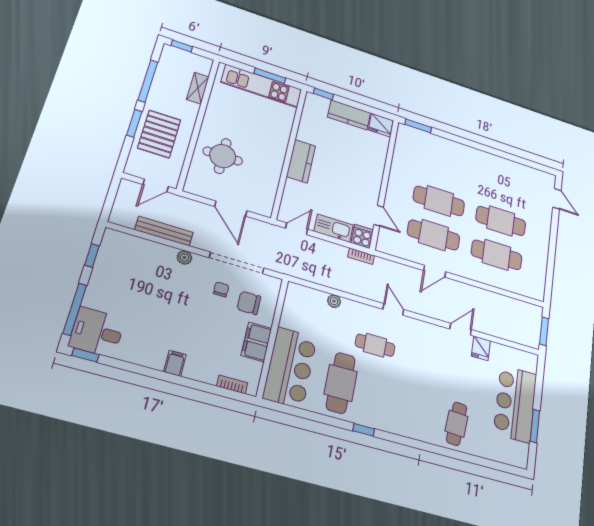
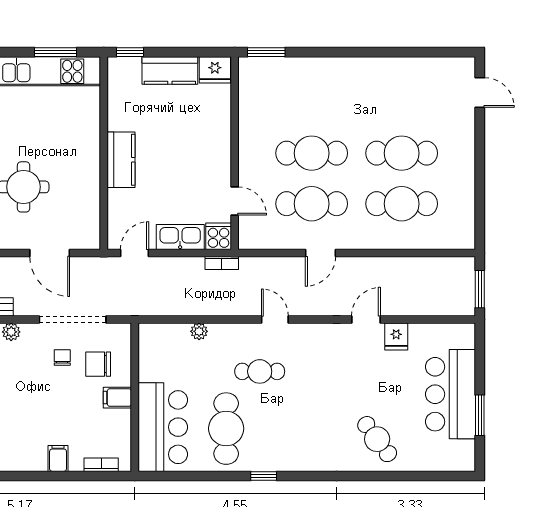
filing cabinet: (256, 342) -> (117, 398), width x0.50
filing cabinet: (175, 363) -> (58, 458), moved
cafe table: (457, 424) -> (377, 439), turned -41

